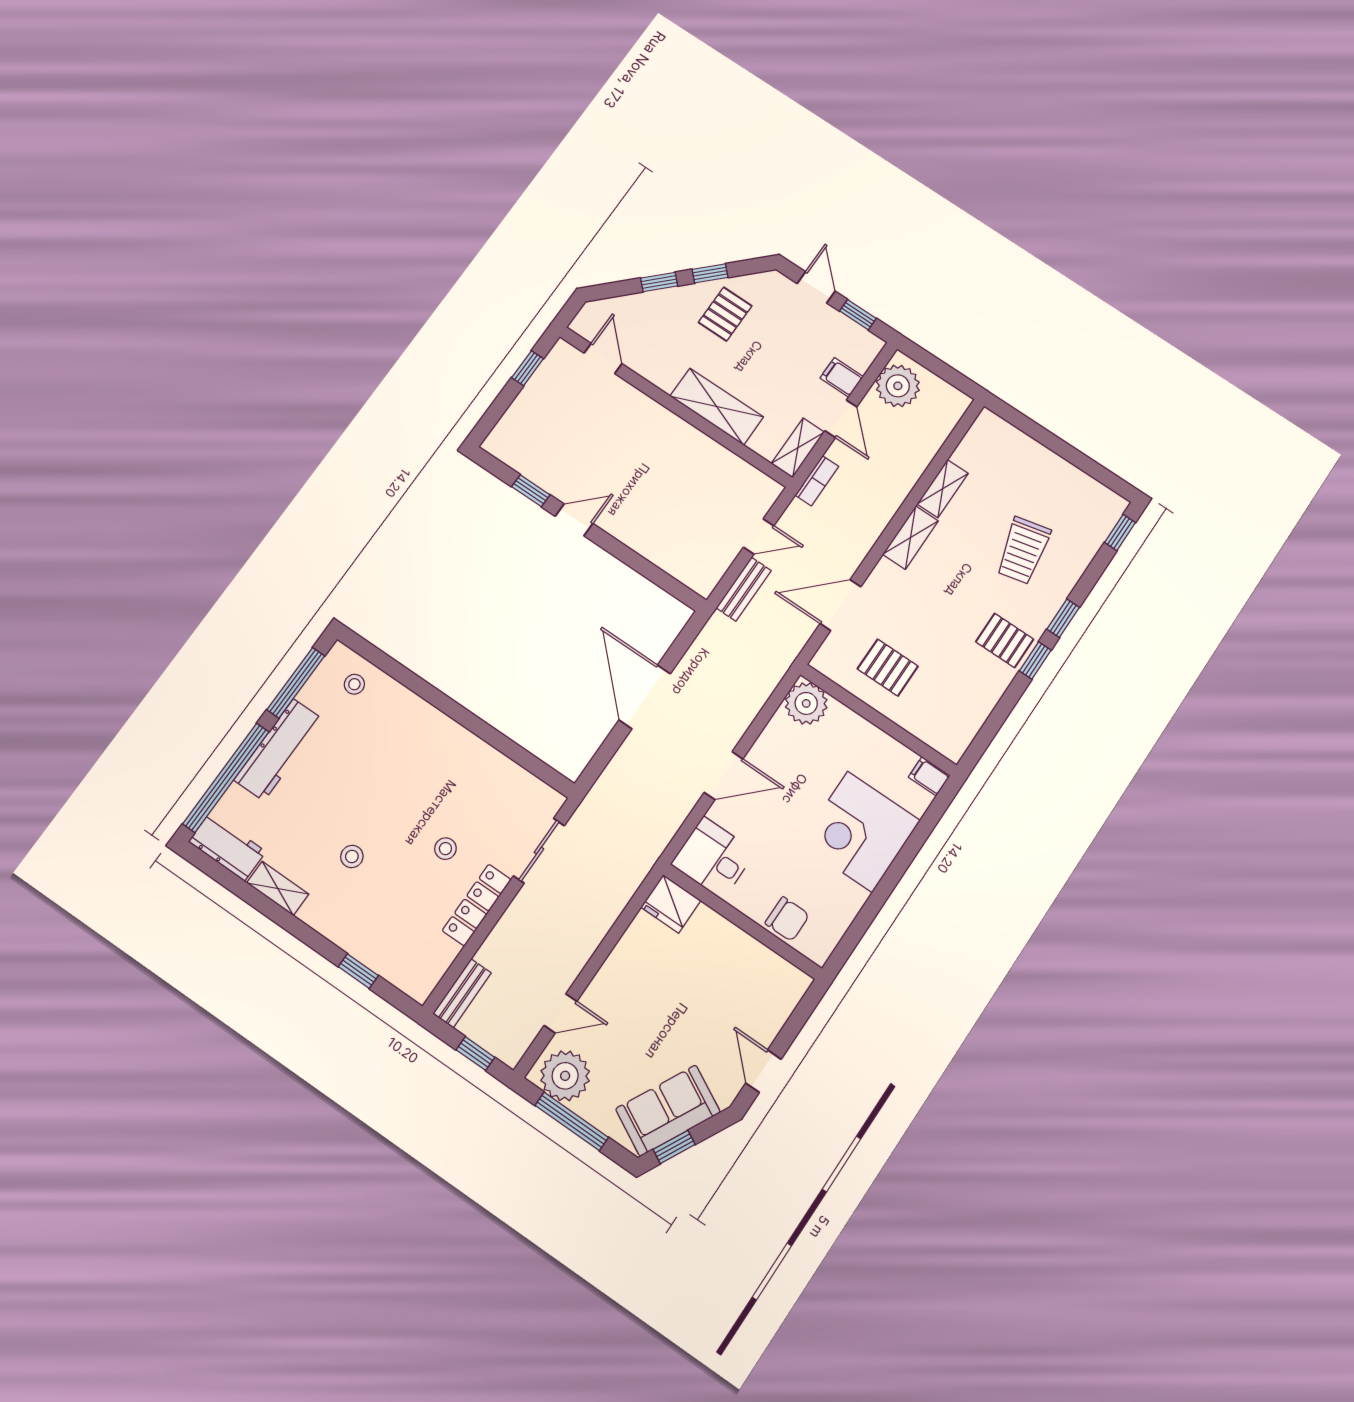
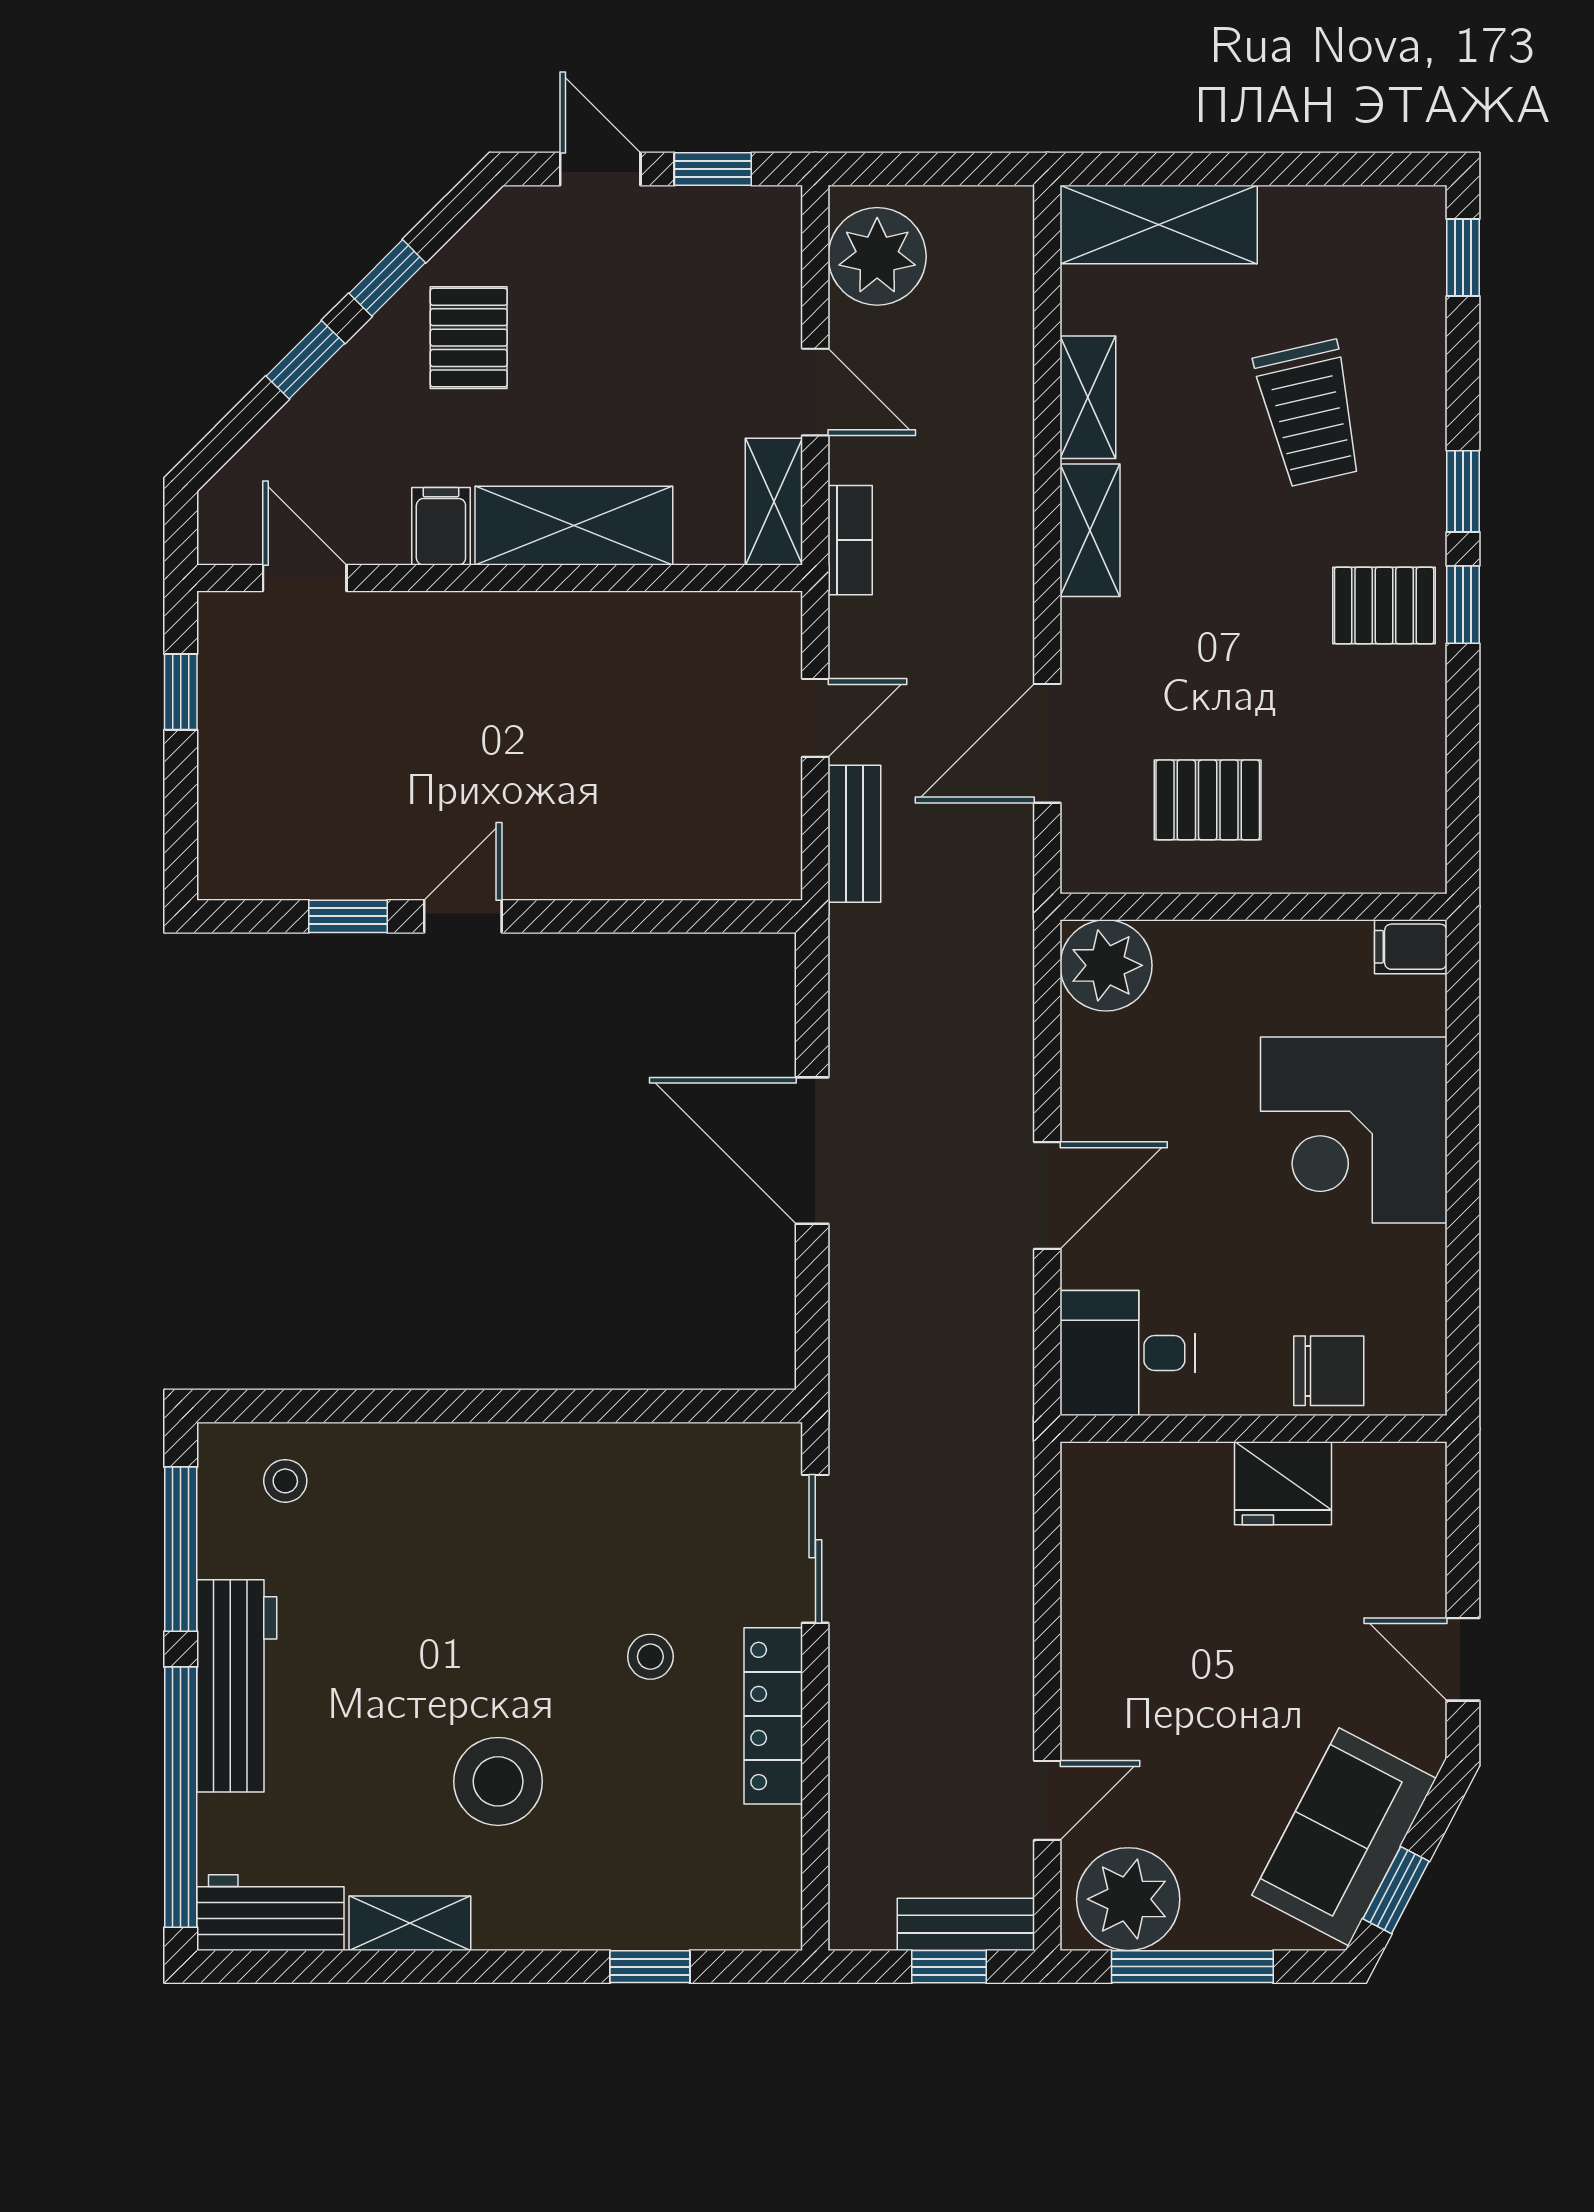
filing cabinet: (842, 377) -> (441, 526), moved, turned 90
shelving: (1012, 444) -> (1159, 224), added
stool: (352, 856) -> (498, 1781), width x1.89, depth x1.89
fridge: (671, 904) -> (1283, 1483), moved
bench: (462, 993) -> (966, 1924), moved, turned 90

